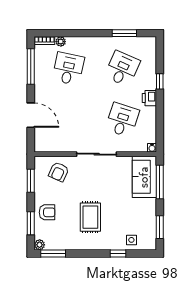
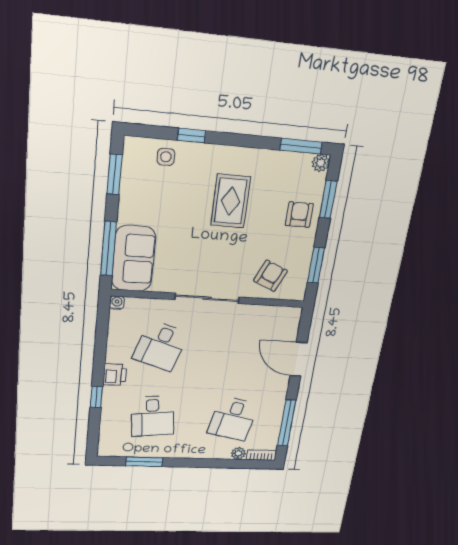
desk: (122, 69) -> (153, 416), turned -30
armchair: (47, 212) -> (299, 215), turned 90

